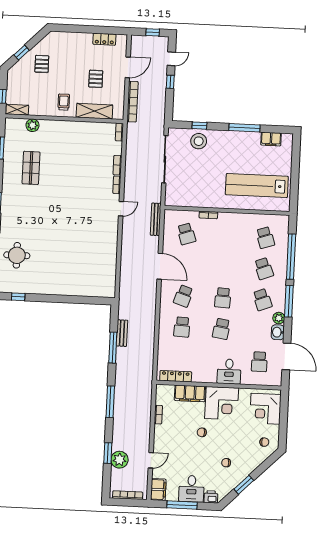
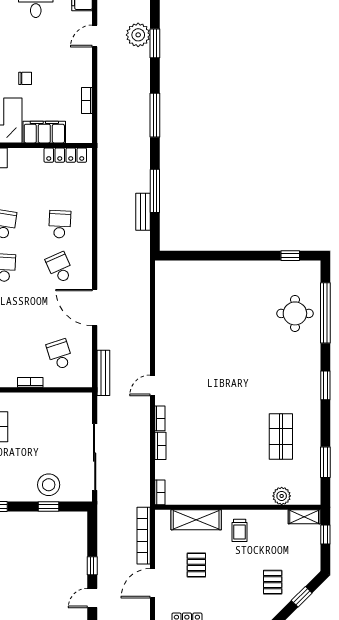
school desk: (183, 296) -> (60, 268), turned -42

